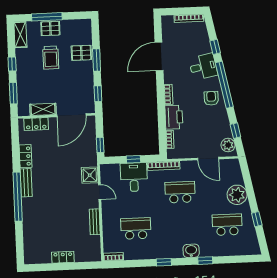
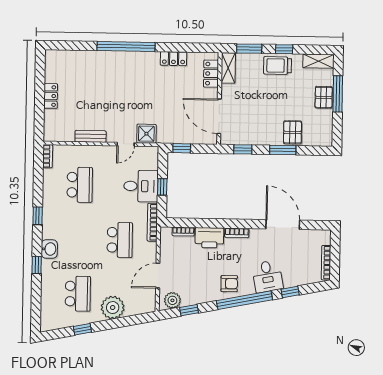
trolley: (51, 58) -> (277, 65), moved
shelving: (43, 109) -> (228, 68), moved
bench: (26, 183) -> (142, 58), removed

